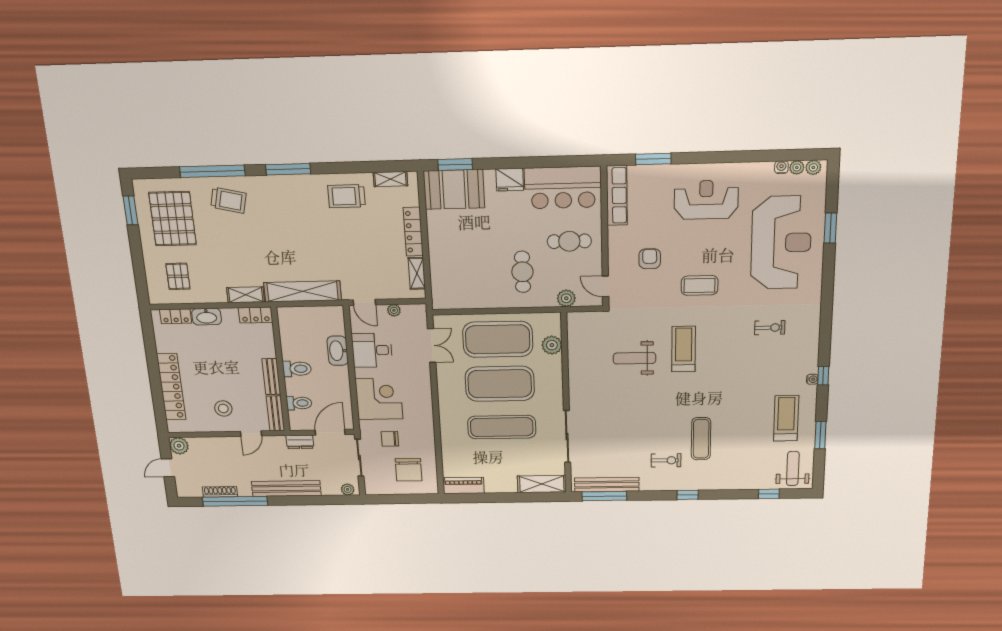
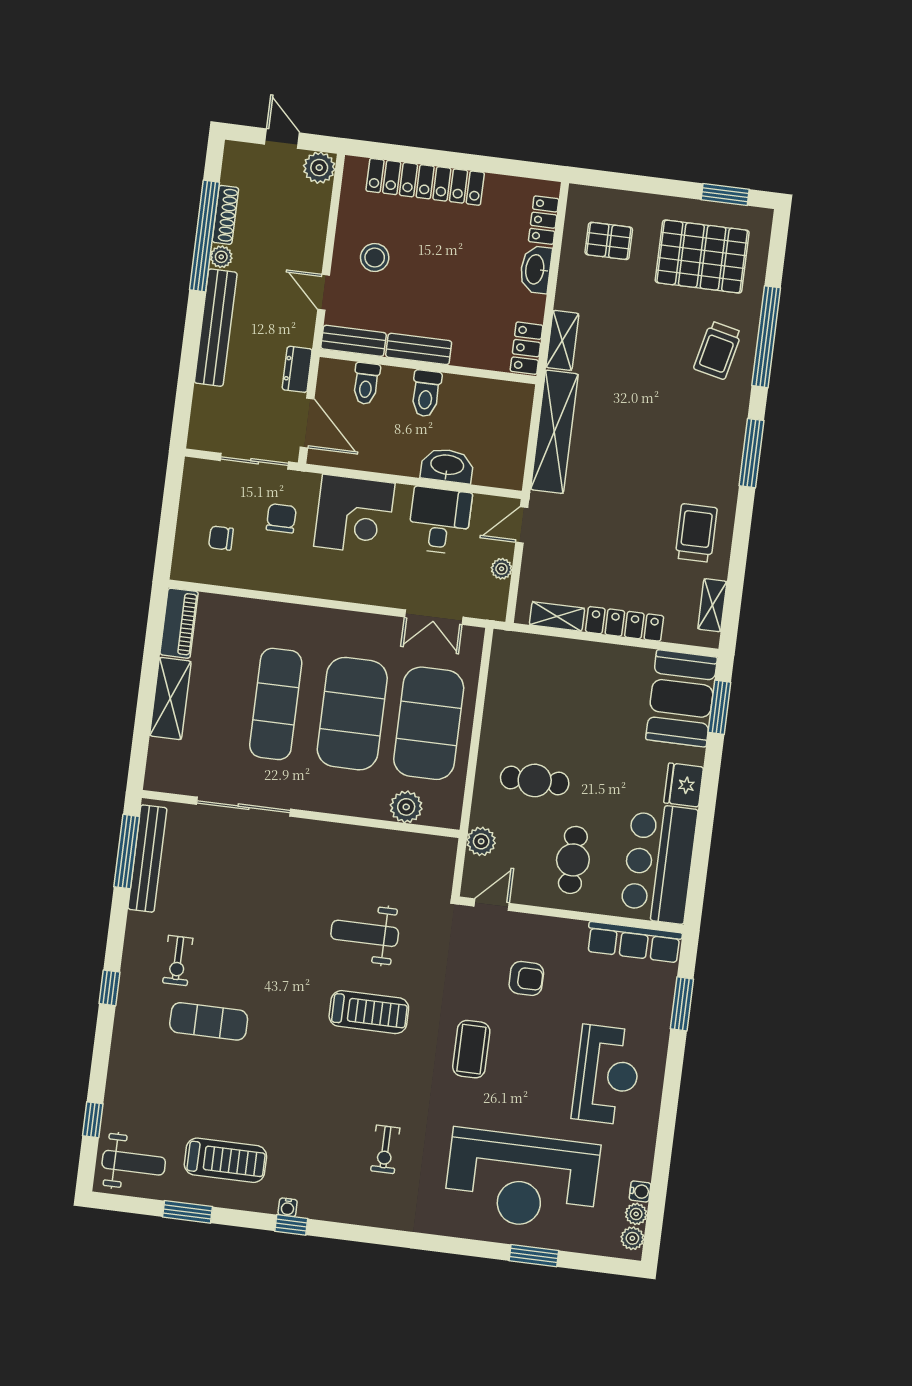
weight bench: (634, 358) -> (365, 933), turned -90
chair: (409, 470) -> (221, 538), width x0.54, depth x0.54
shelving: (542, 484) -> (170, 698), moved
plant: (348, 489) -> (221, 257), moved

